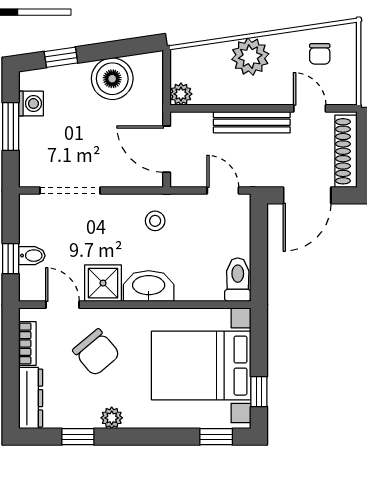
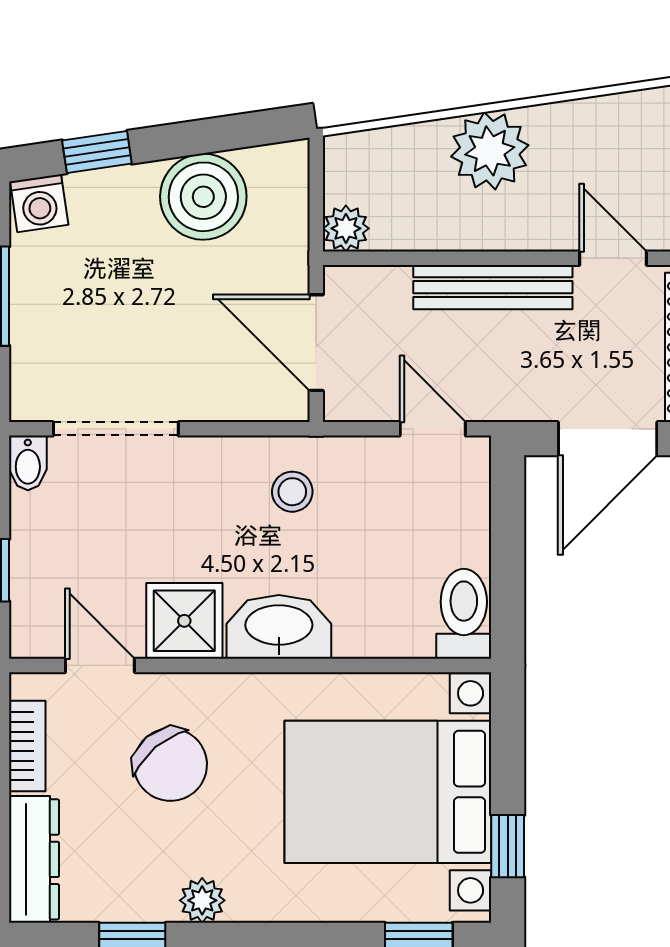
chair: (320, 54) -> (634, 145), removed
washing machine: (31, 104) -> (39, 203), moved, turned 82
bidet: (32, 256) -> (28, 463), moved, turned 90

